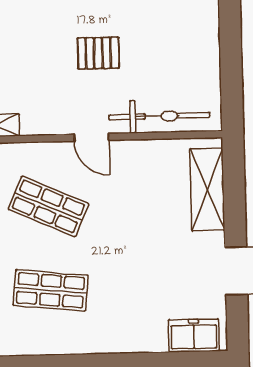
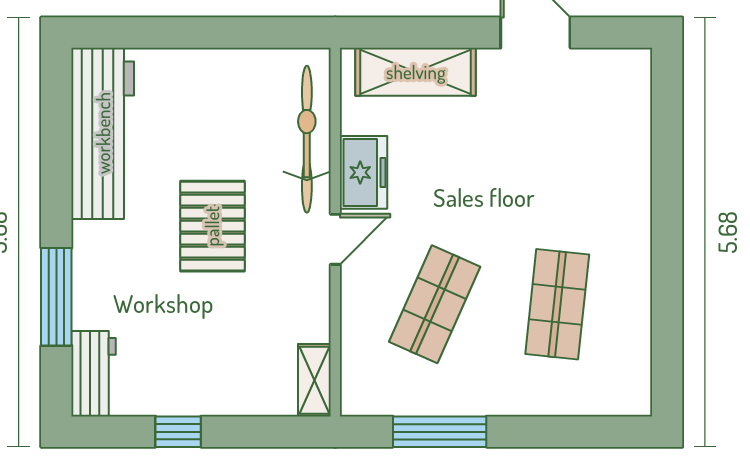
pallet: (98, 53) -> (212, 226), width x1.50, depth x1.42
freezer: (194, 335) -> (364, 172), moved, turned 180

